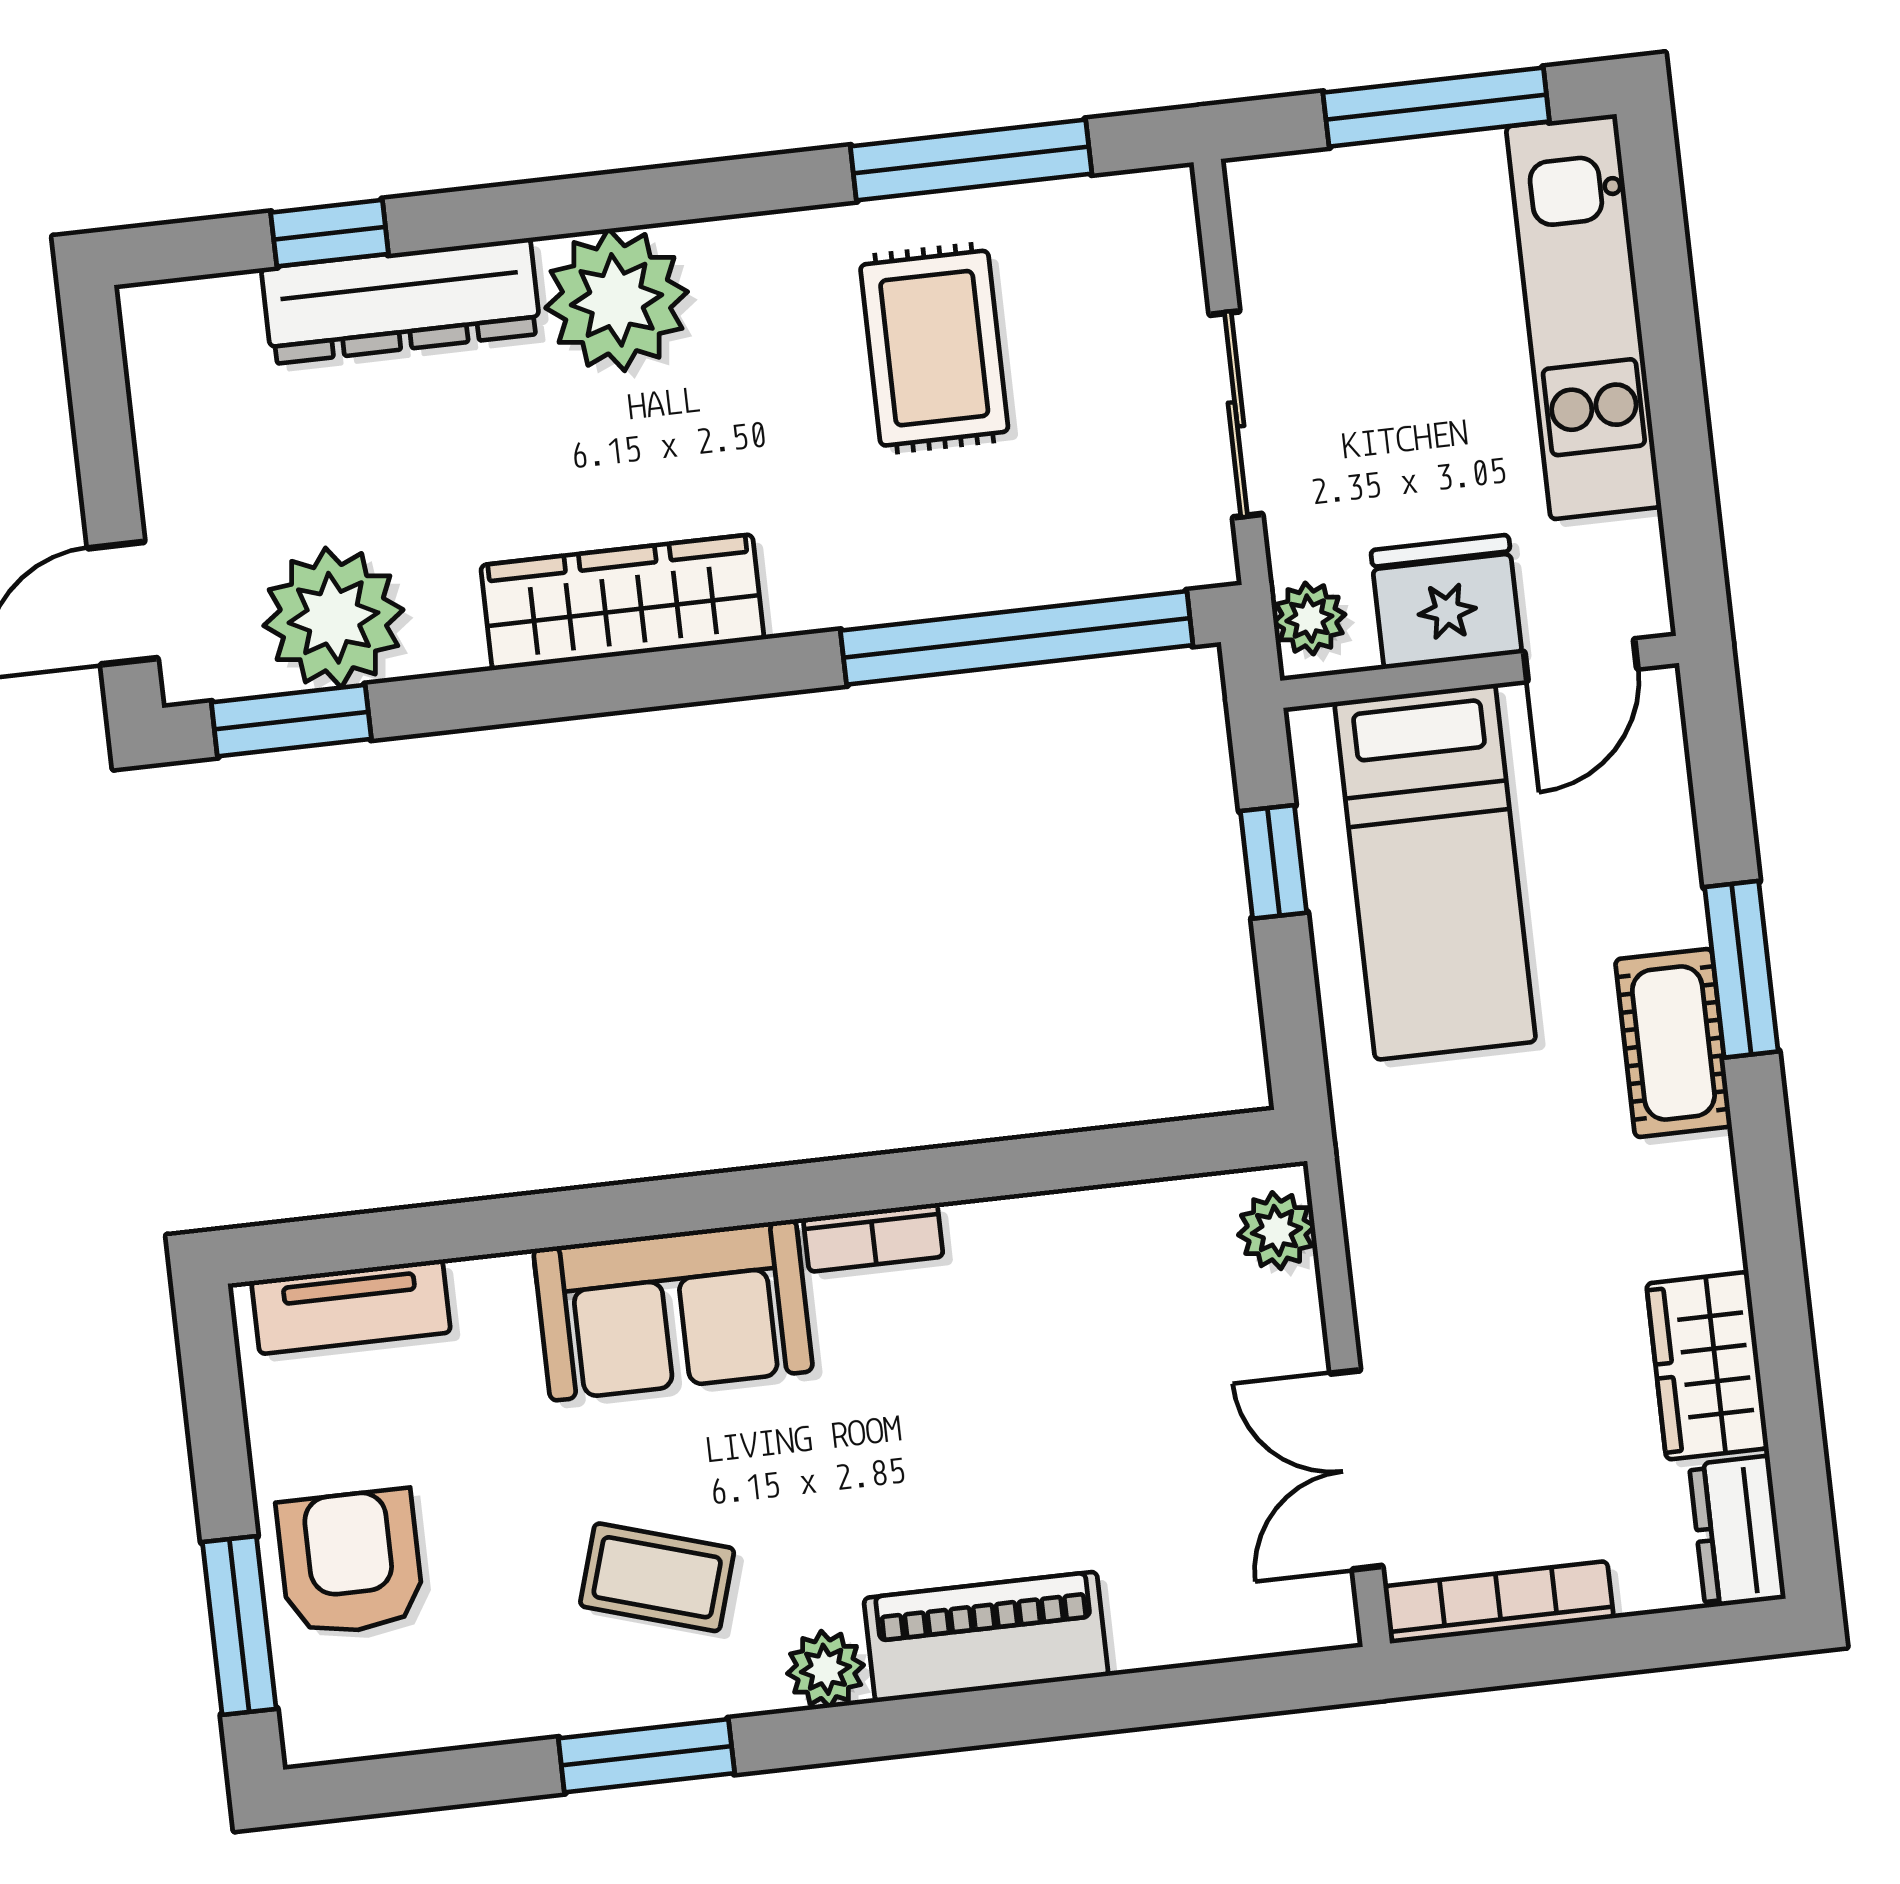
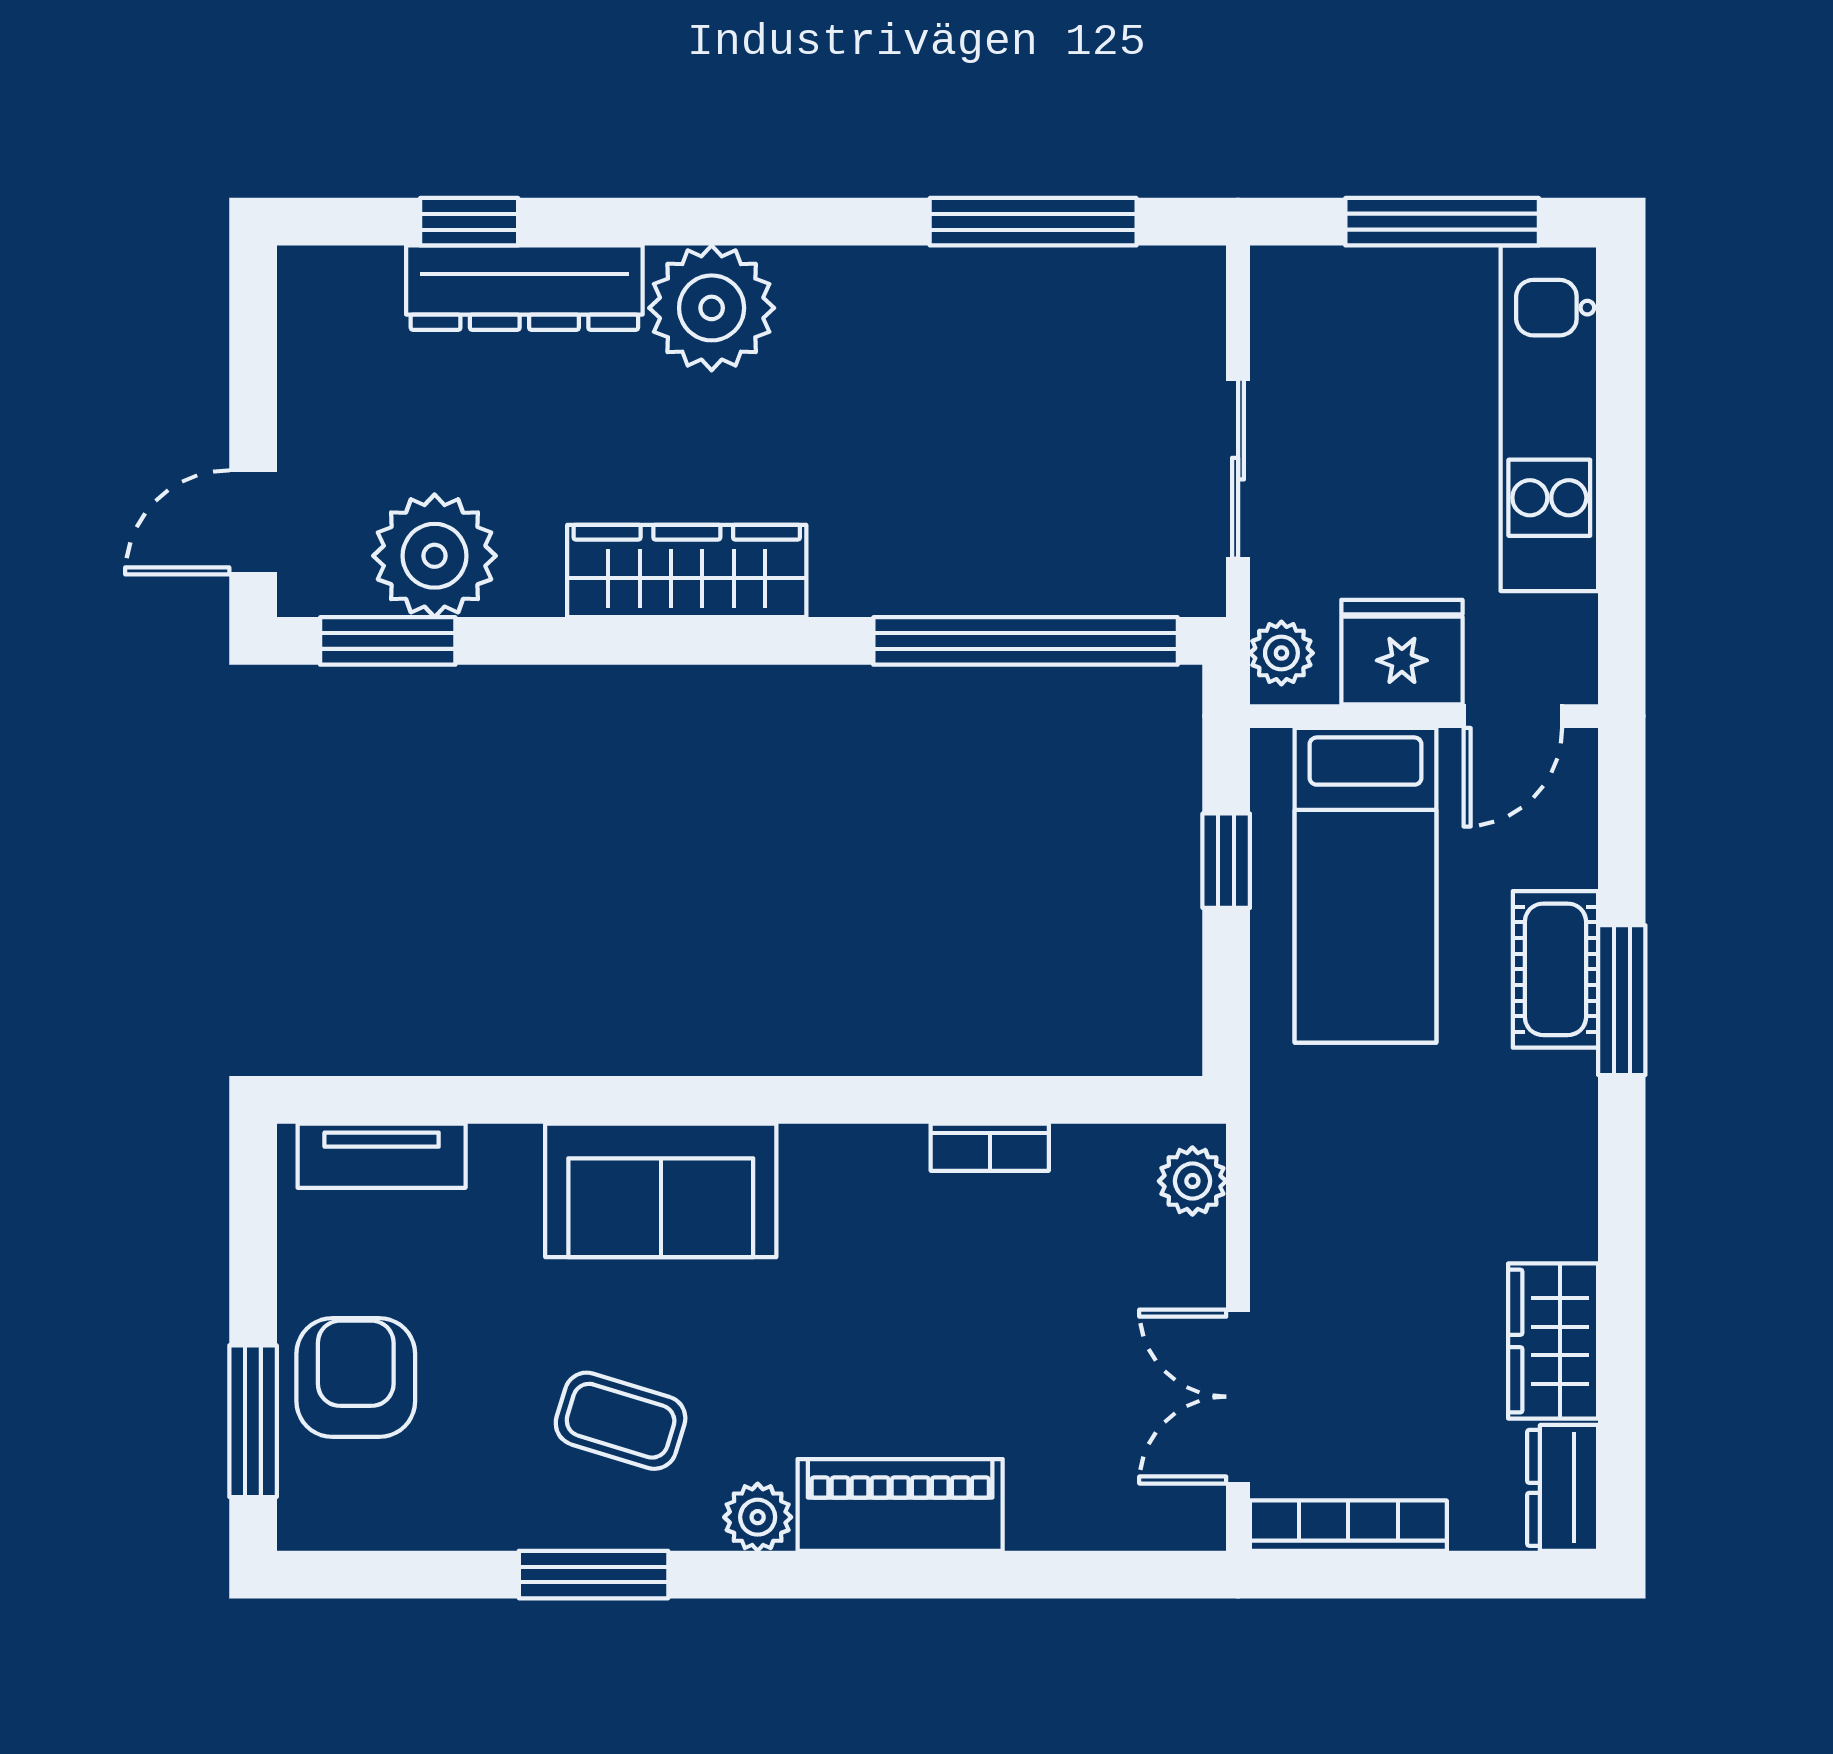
rug: (934, 348) -> (983, 381), removed
cot: (1673, 1043) -> (1555, 969), moved
bookcase: (873, 1238) -> (990, 1147), moved

